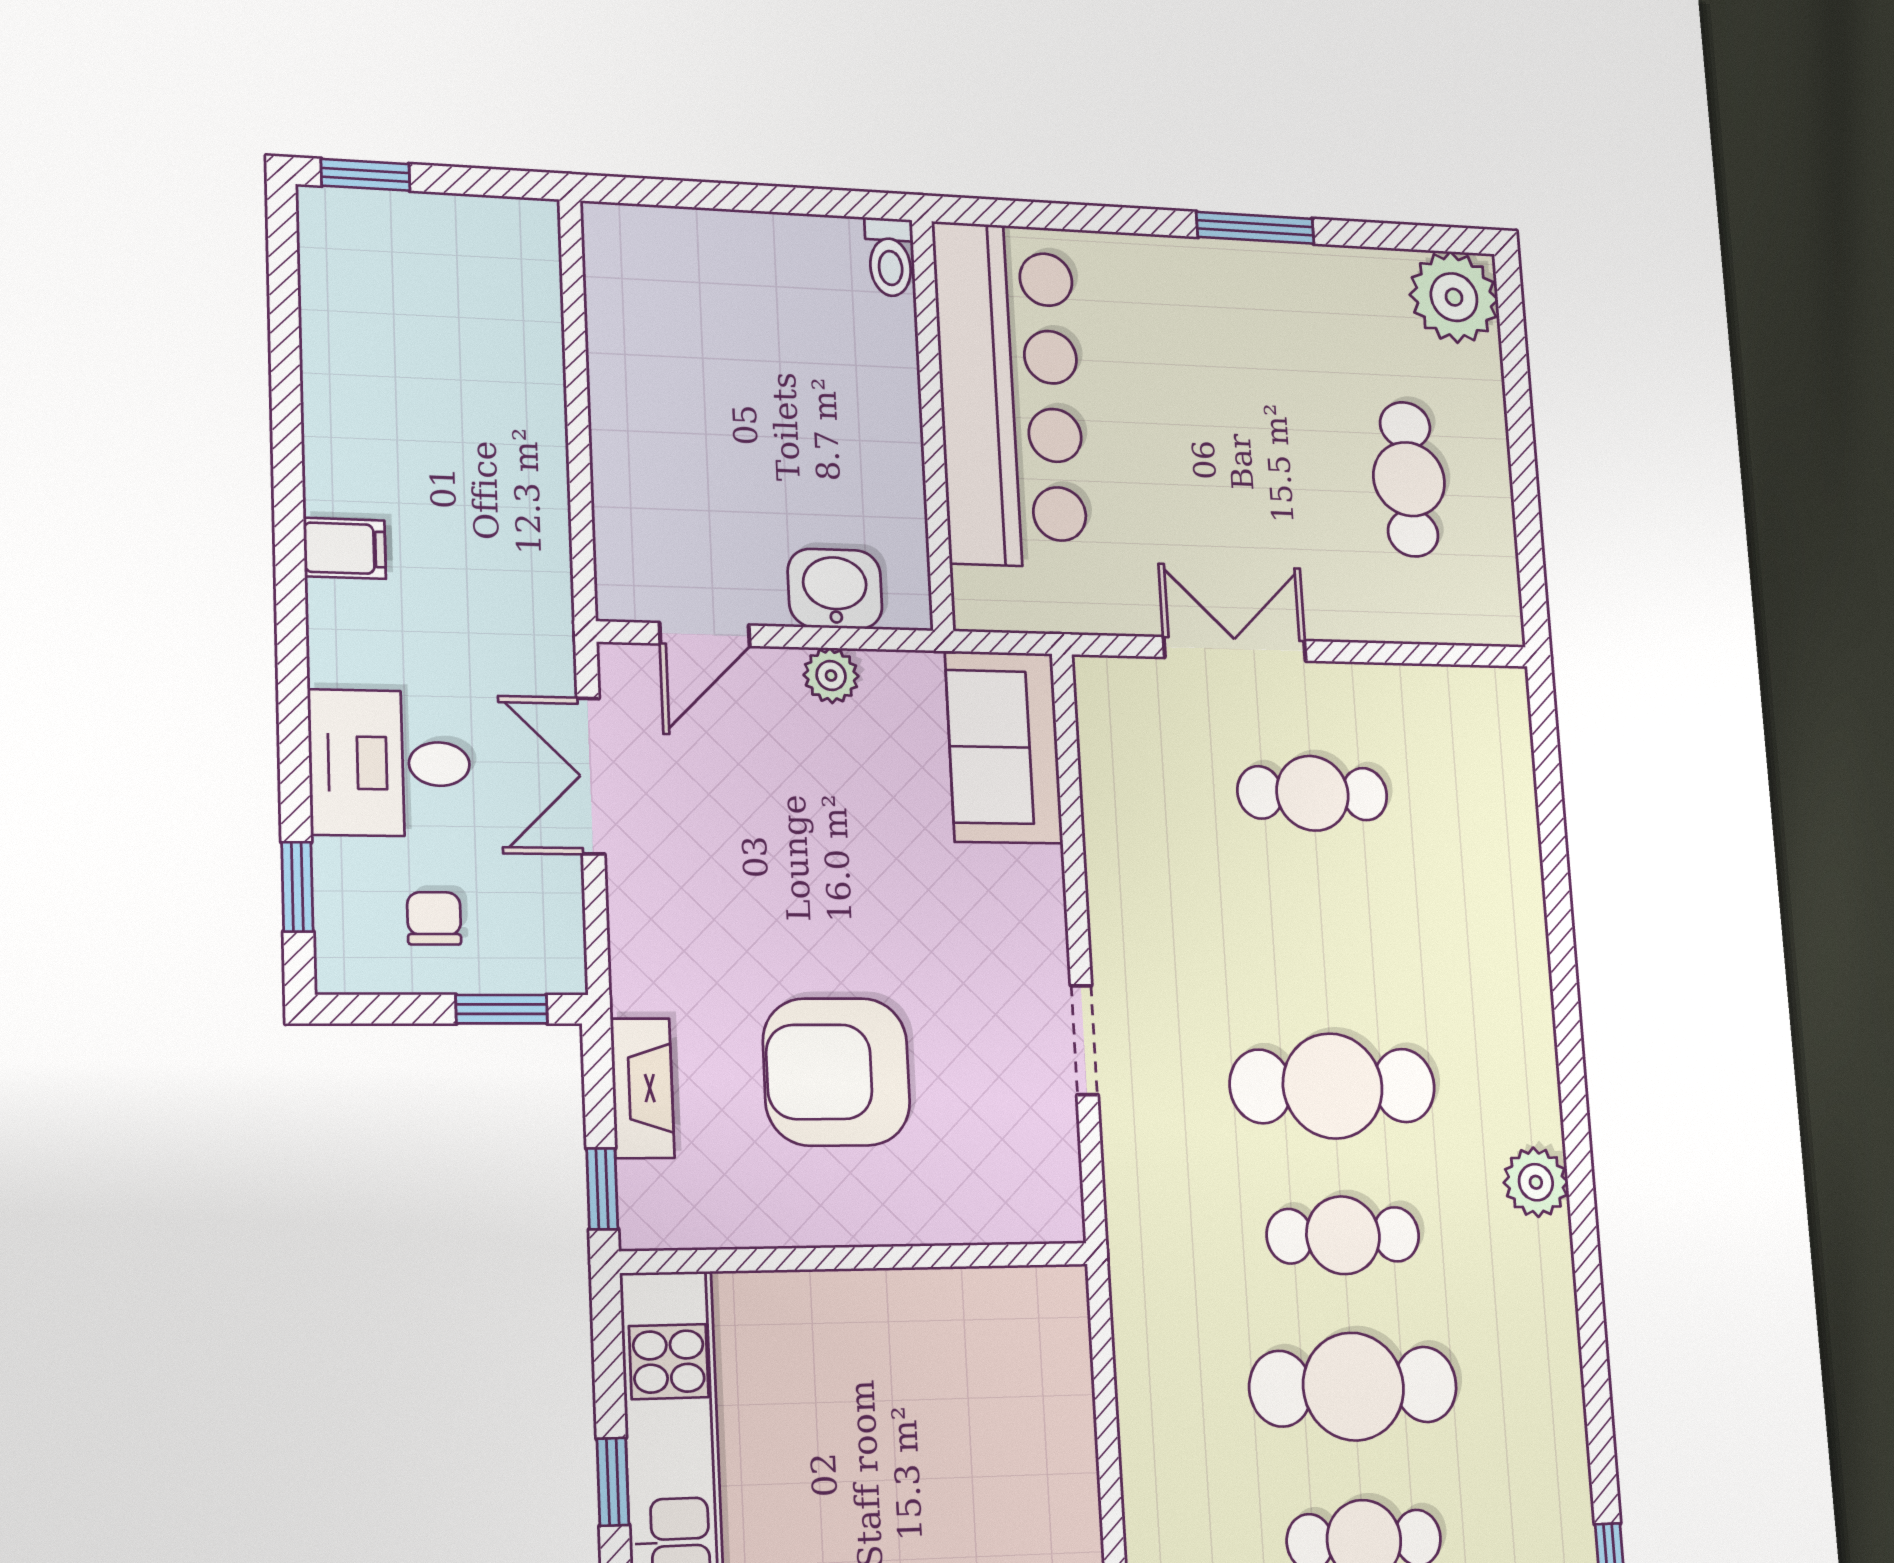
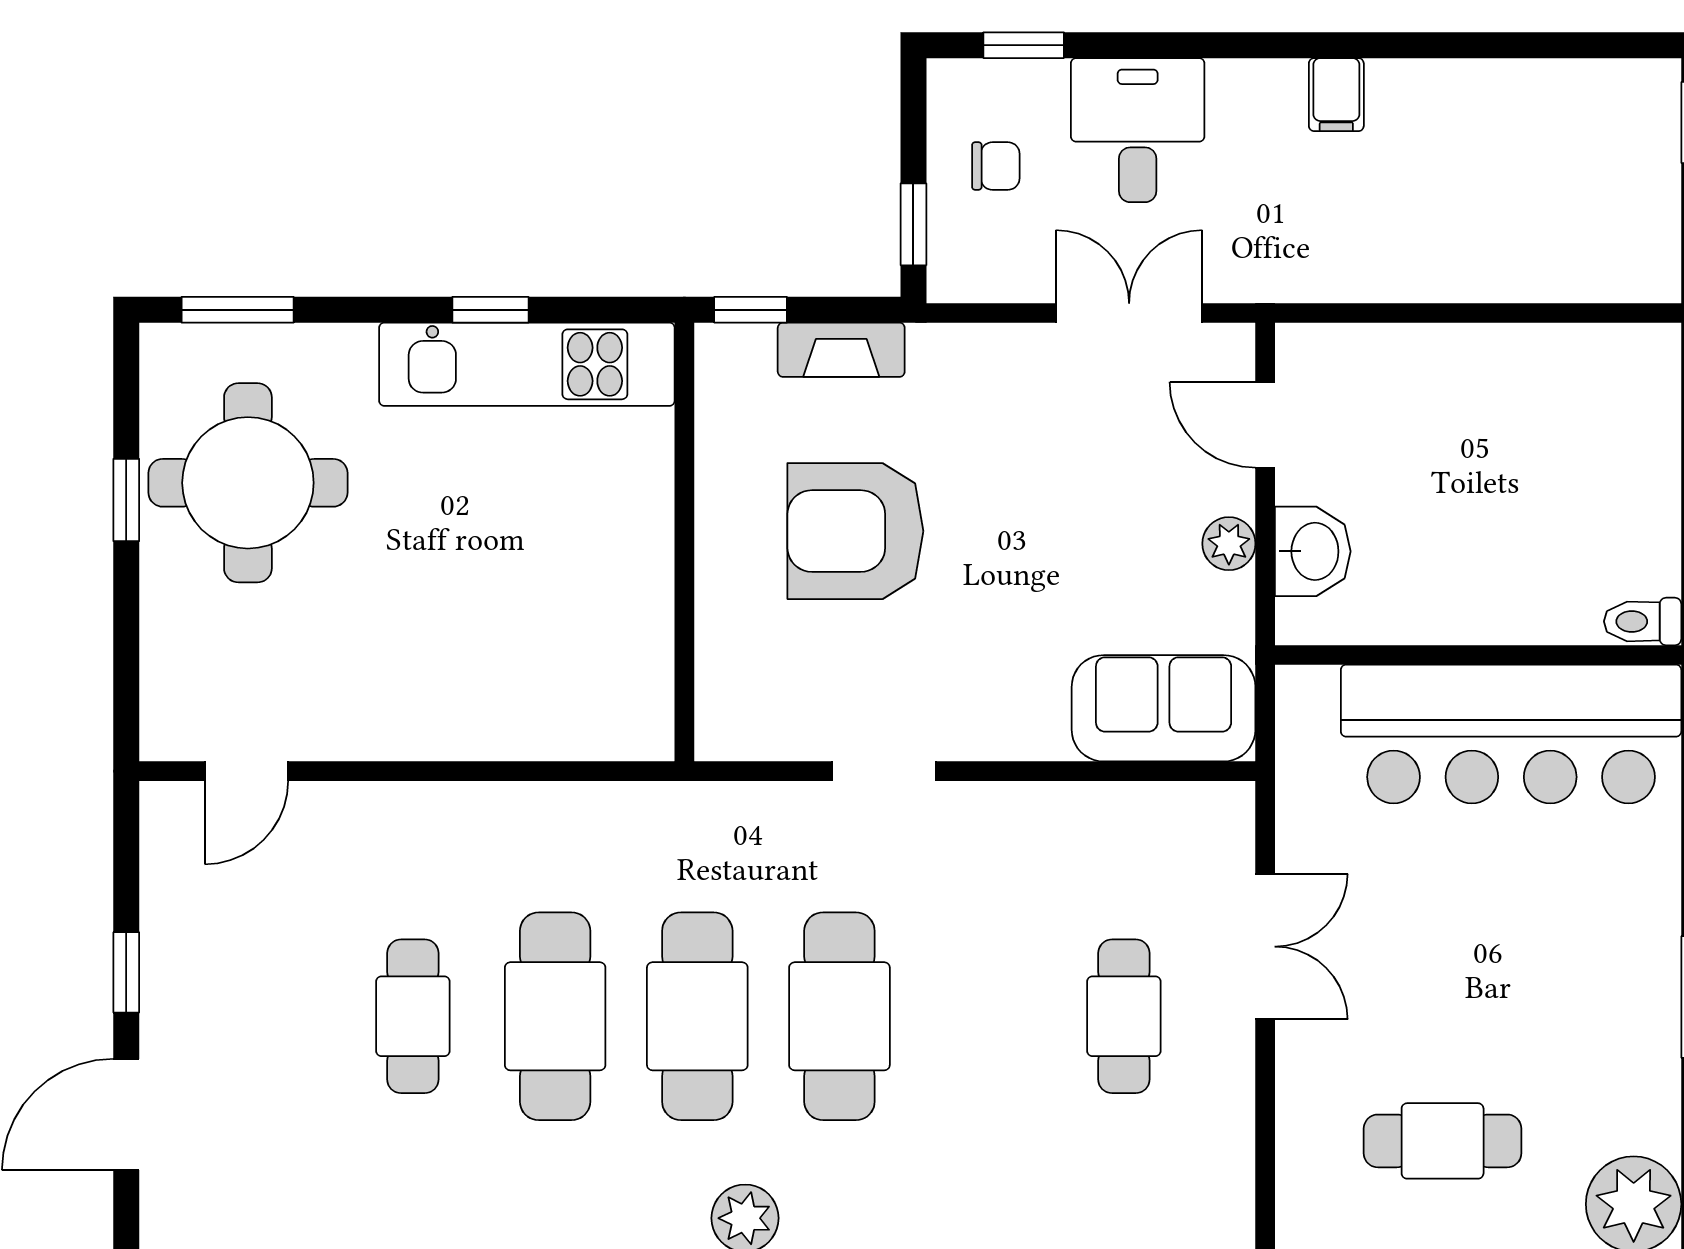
armchair: (836, 1072) -> (855, 531), turned -90
cafe table: (1343, 1235) -> (697, 1016), width x1.37, depth x1.35

